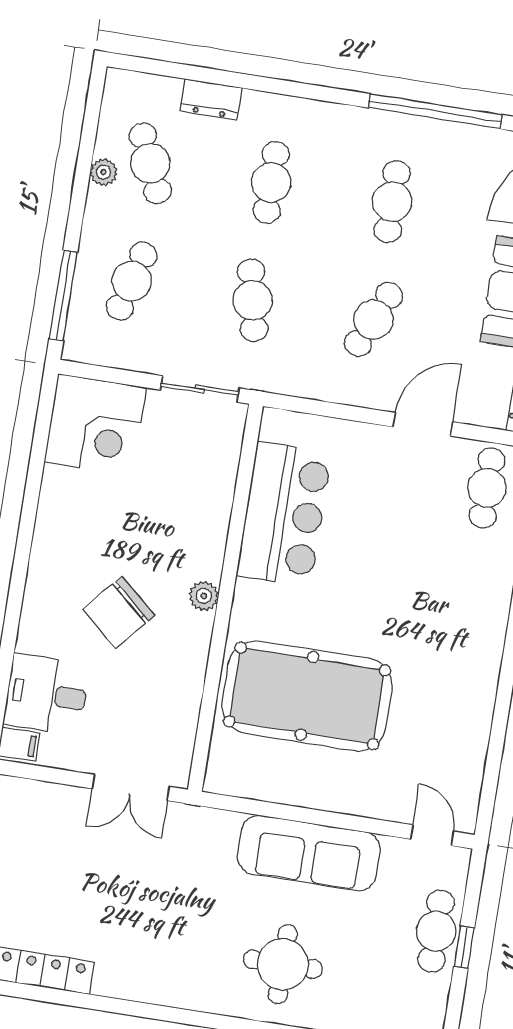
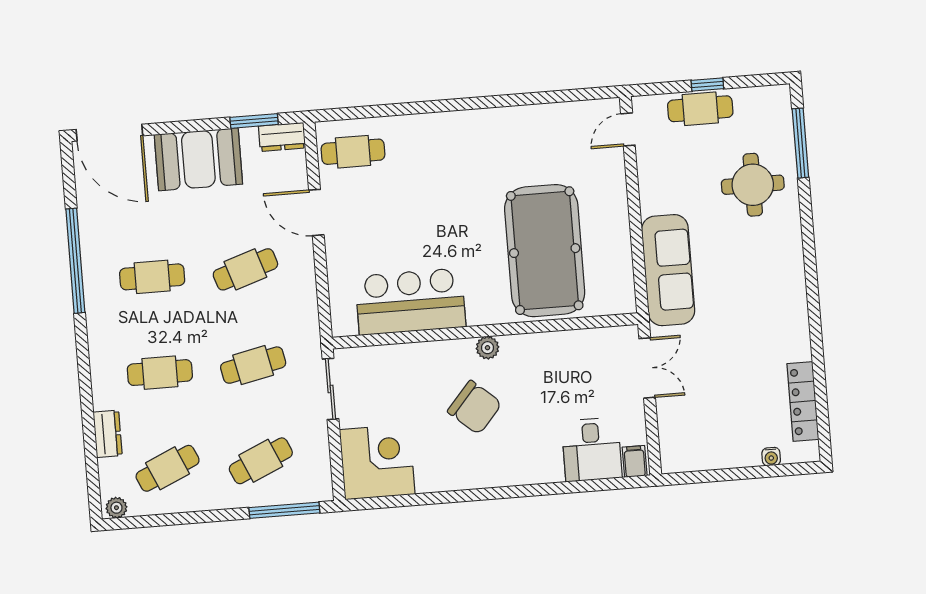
plant: (103, 172) -> (116, 508), moved
cafe table: (132, 281) -> (261, 461), turned -39
cafe table: (373, 319) -> (245, 269), turned -42
chair: (119, 612) -> (475, 407), moved
sofa: (309, 853) -> (668, 270), moved
round table: (283, 964) -> (753, 185), moved

